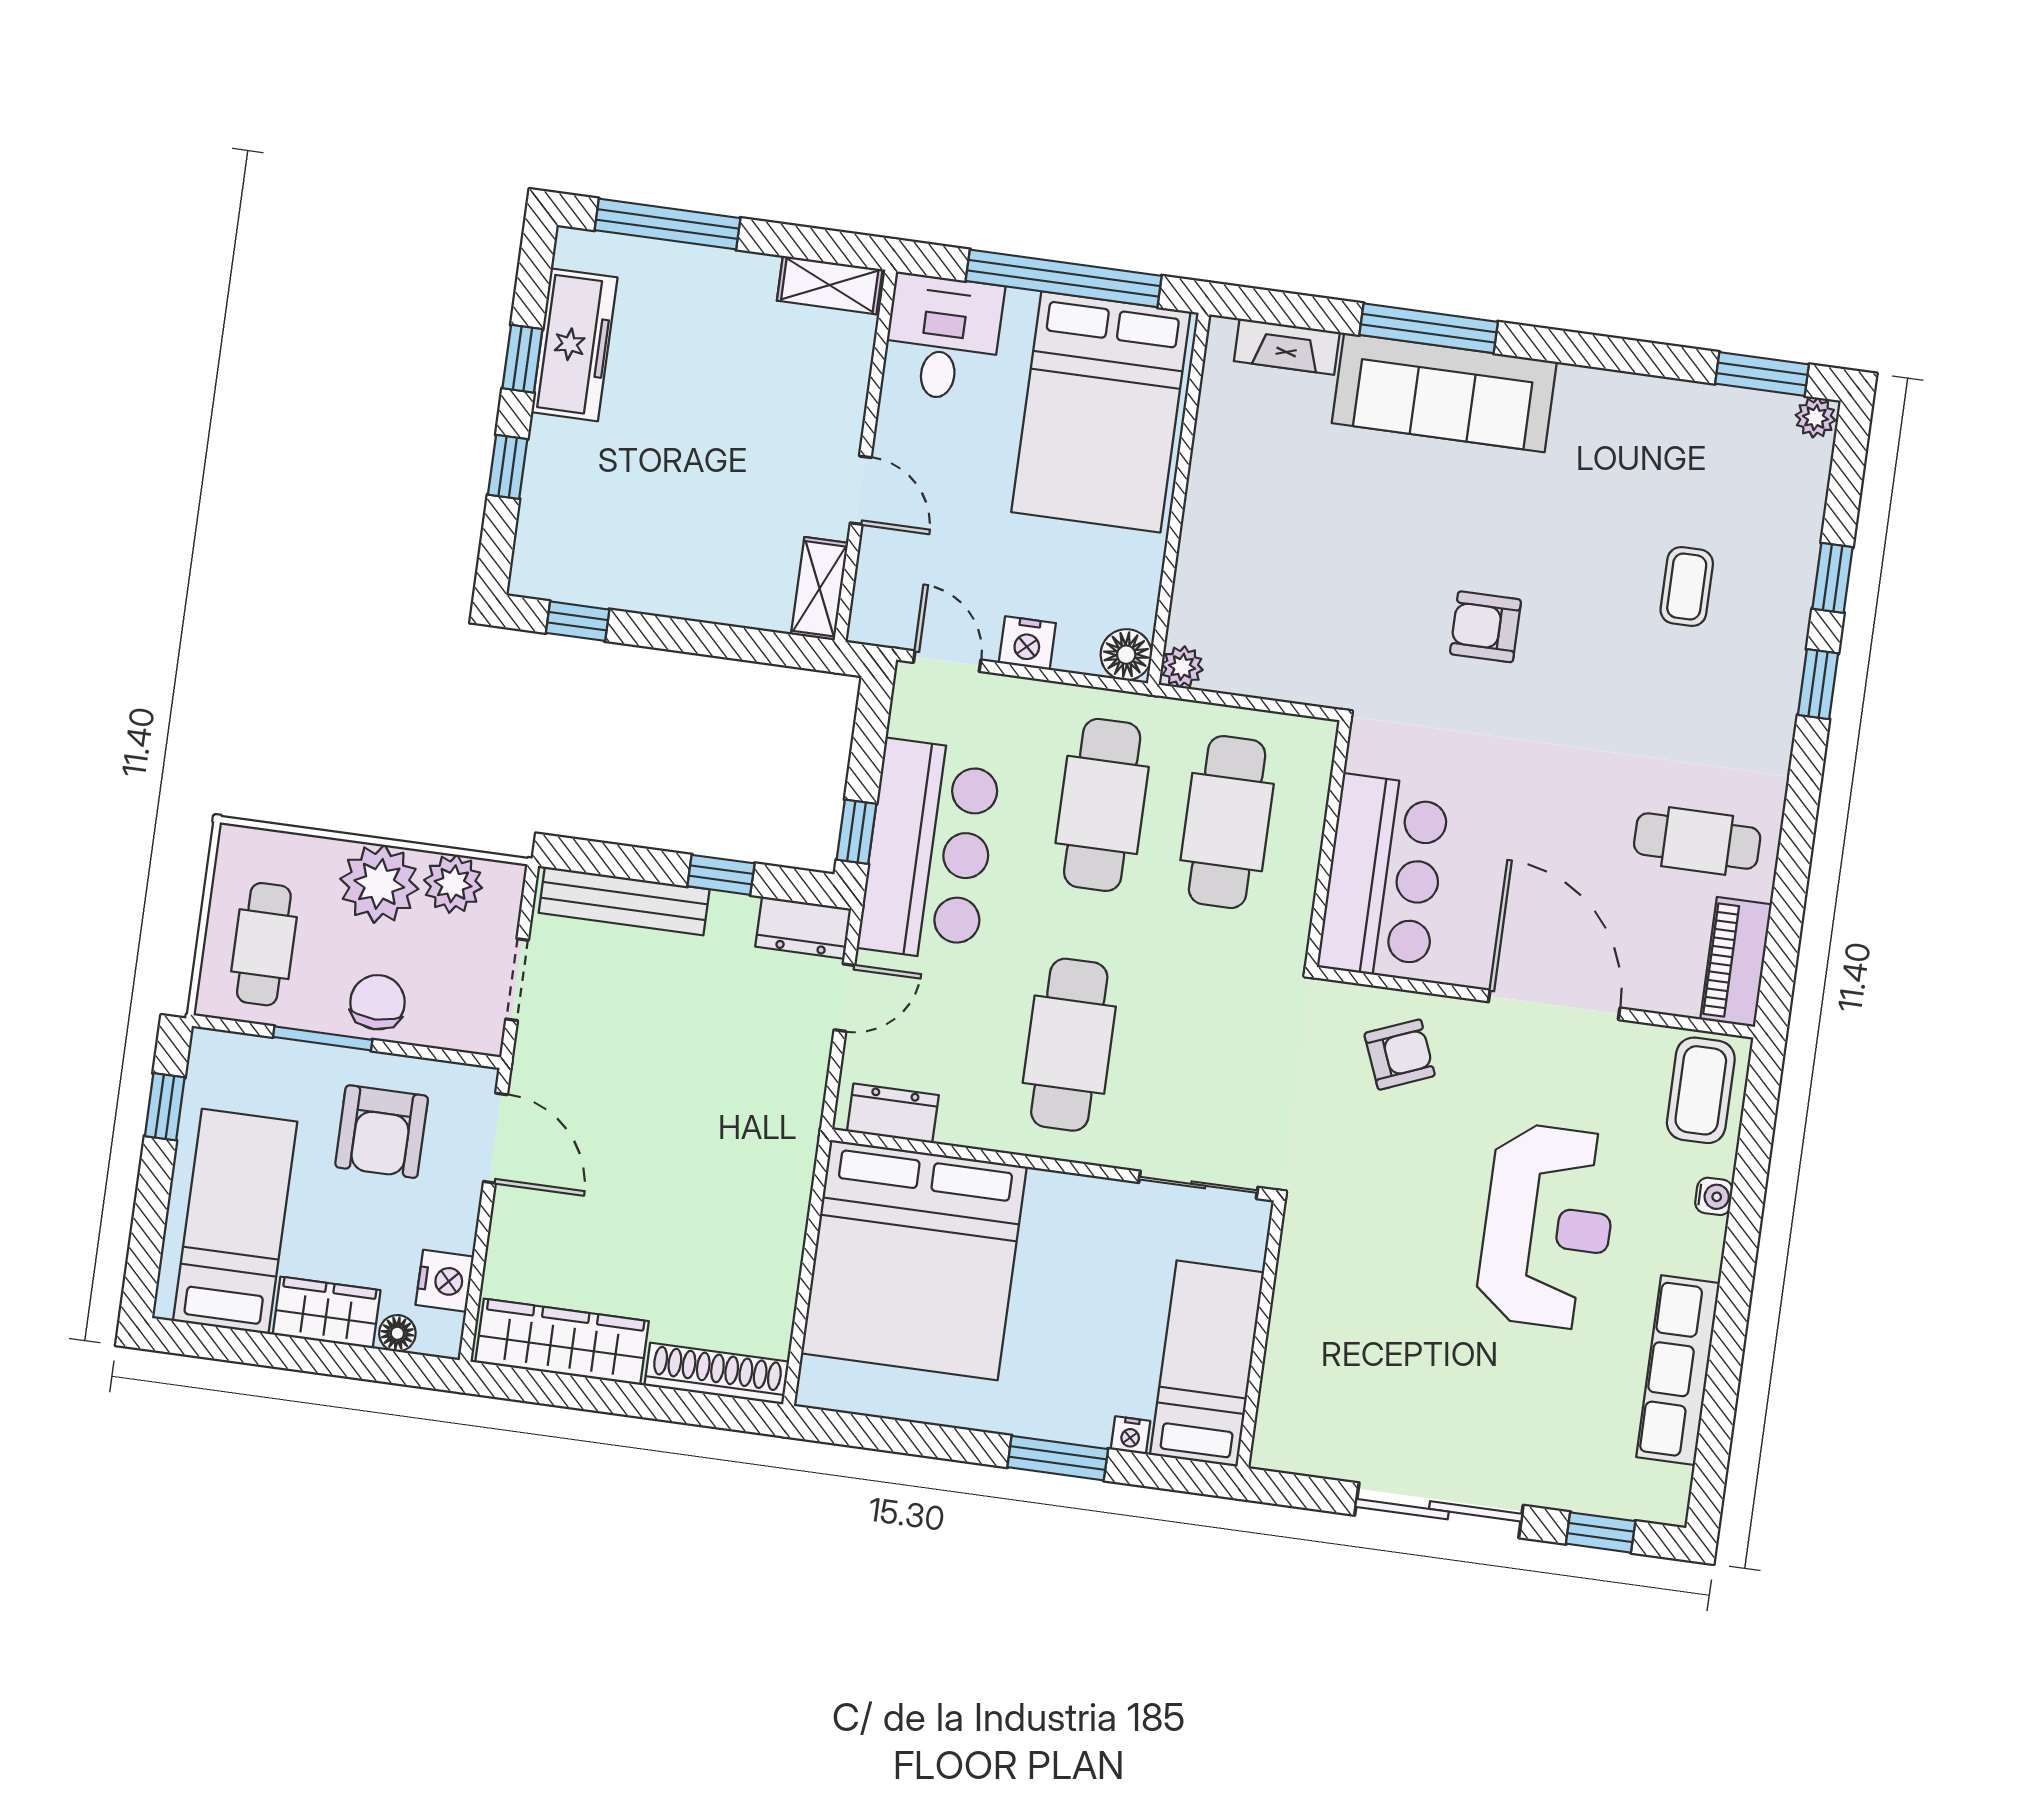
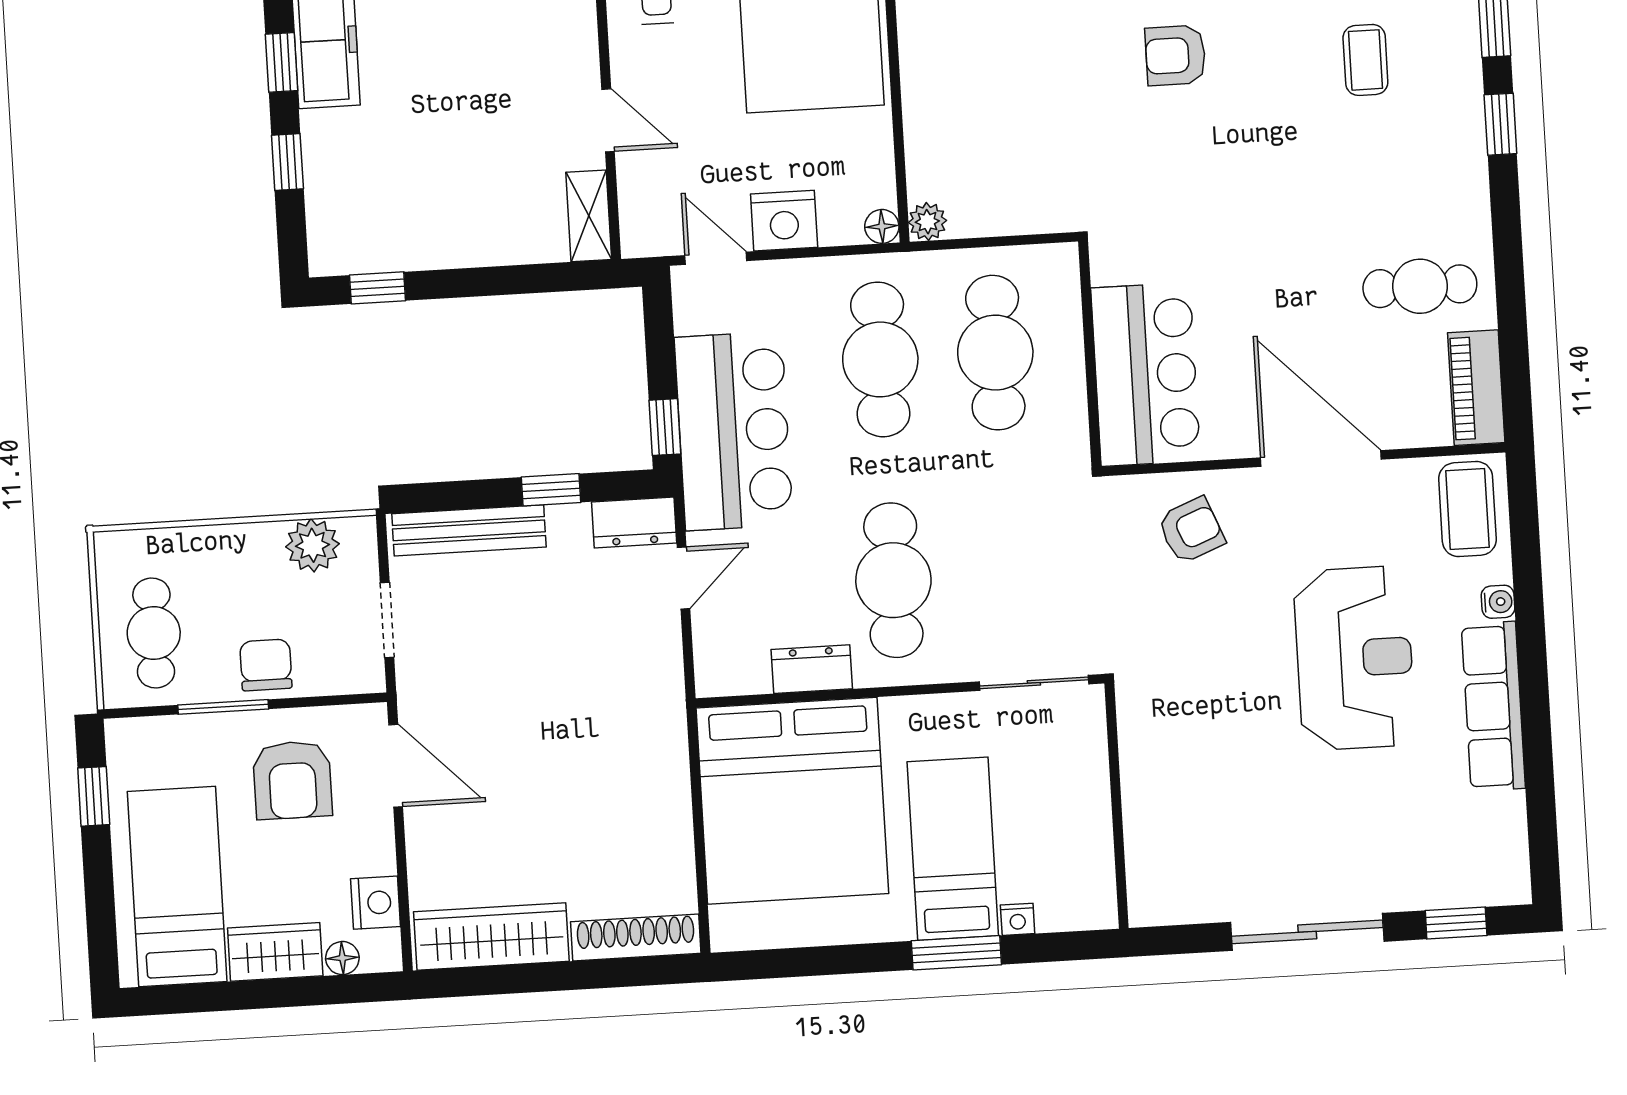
armchair: (1485, 627) -> (1175, 55), moved
nightstand: (1027, 643) -> (784, 221), width x1.36, depth x1.33
floor lamp: (1126, 655) -> (882, 226), width x0.73, depth x0.73
plant: (379, 884) -> (246, 559), removed
dresser: (893, 1113) -> (812, 669), moved
bed: (1207, 1364) -> (953, 849), moved
row of seats: (1678, 1370) -> (1493, 706), moved

